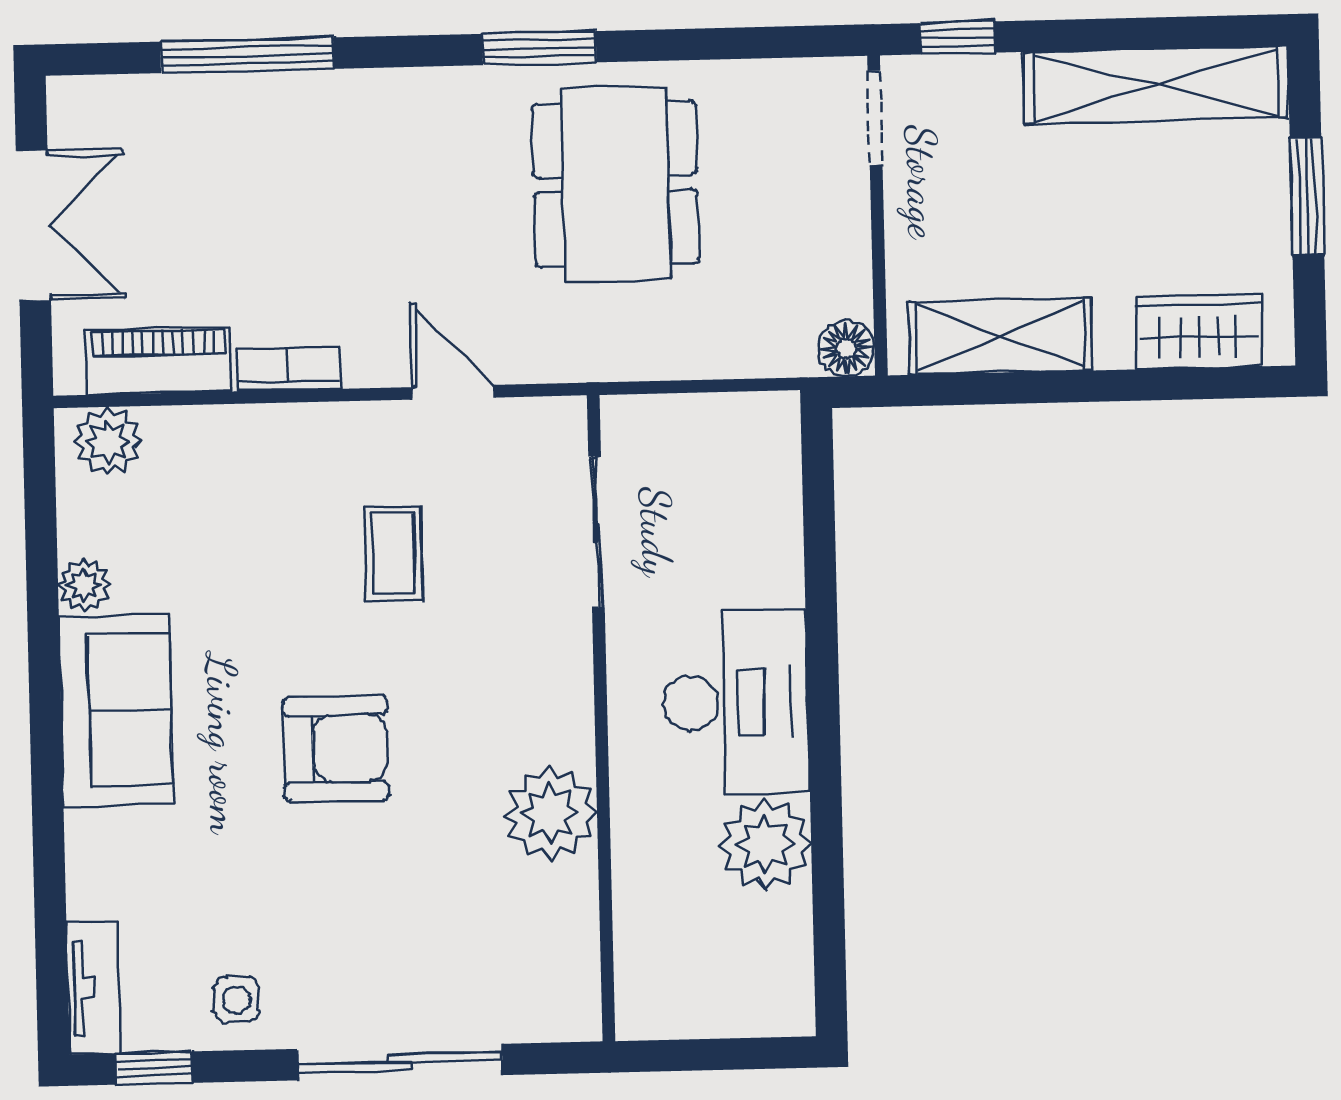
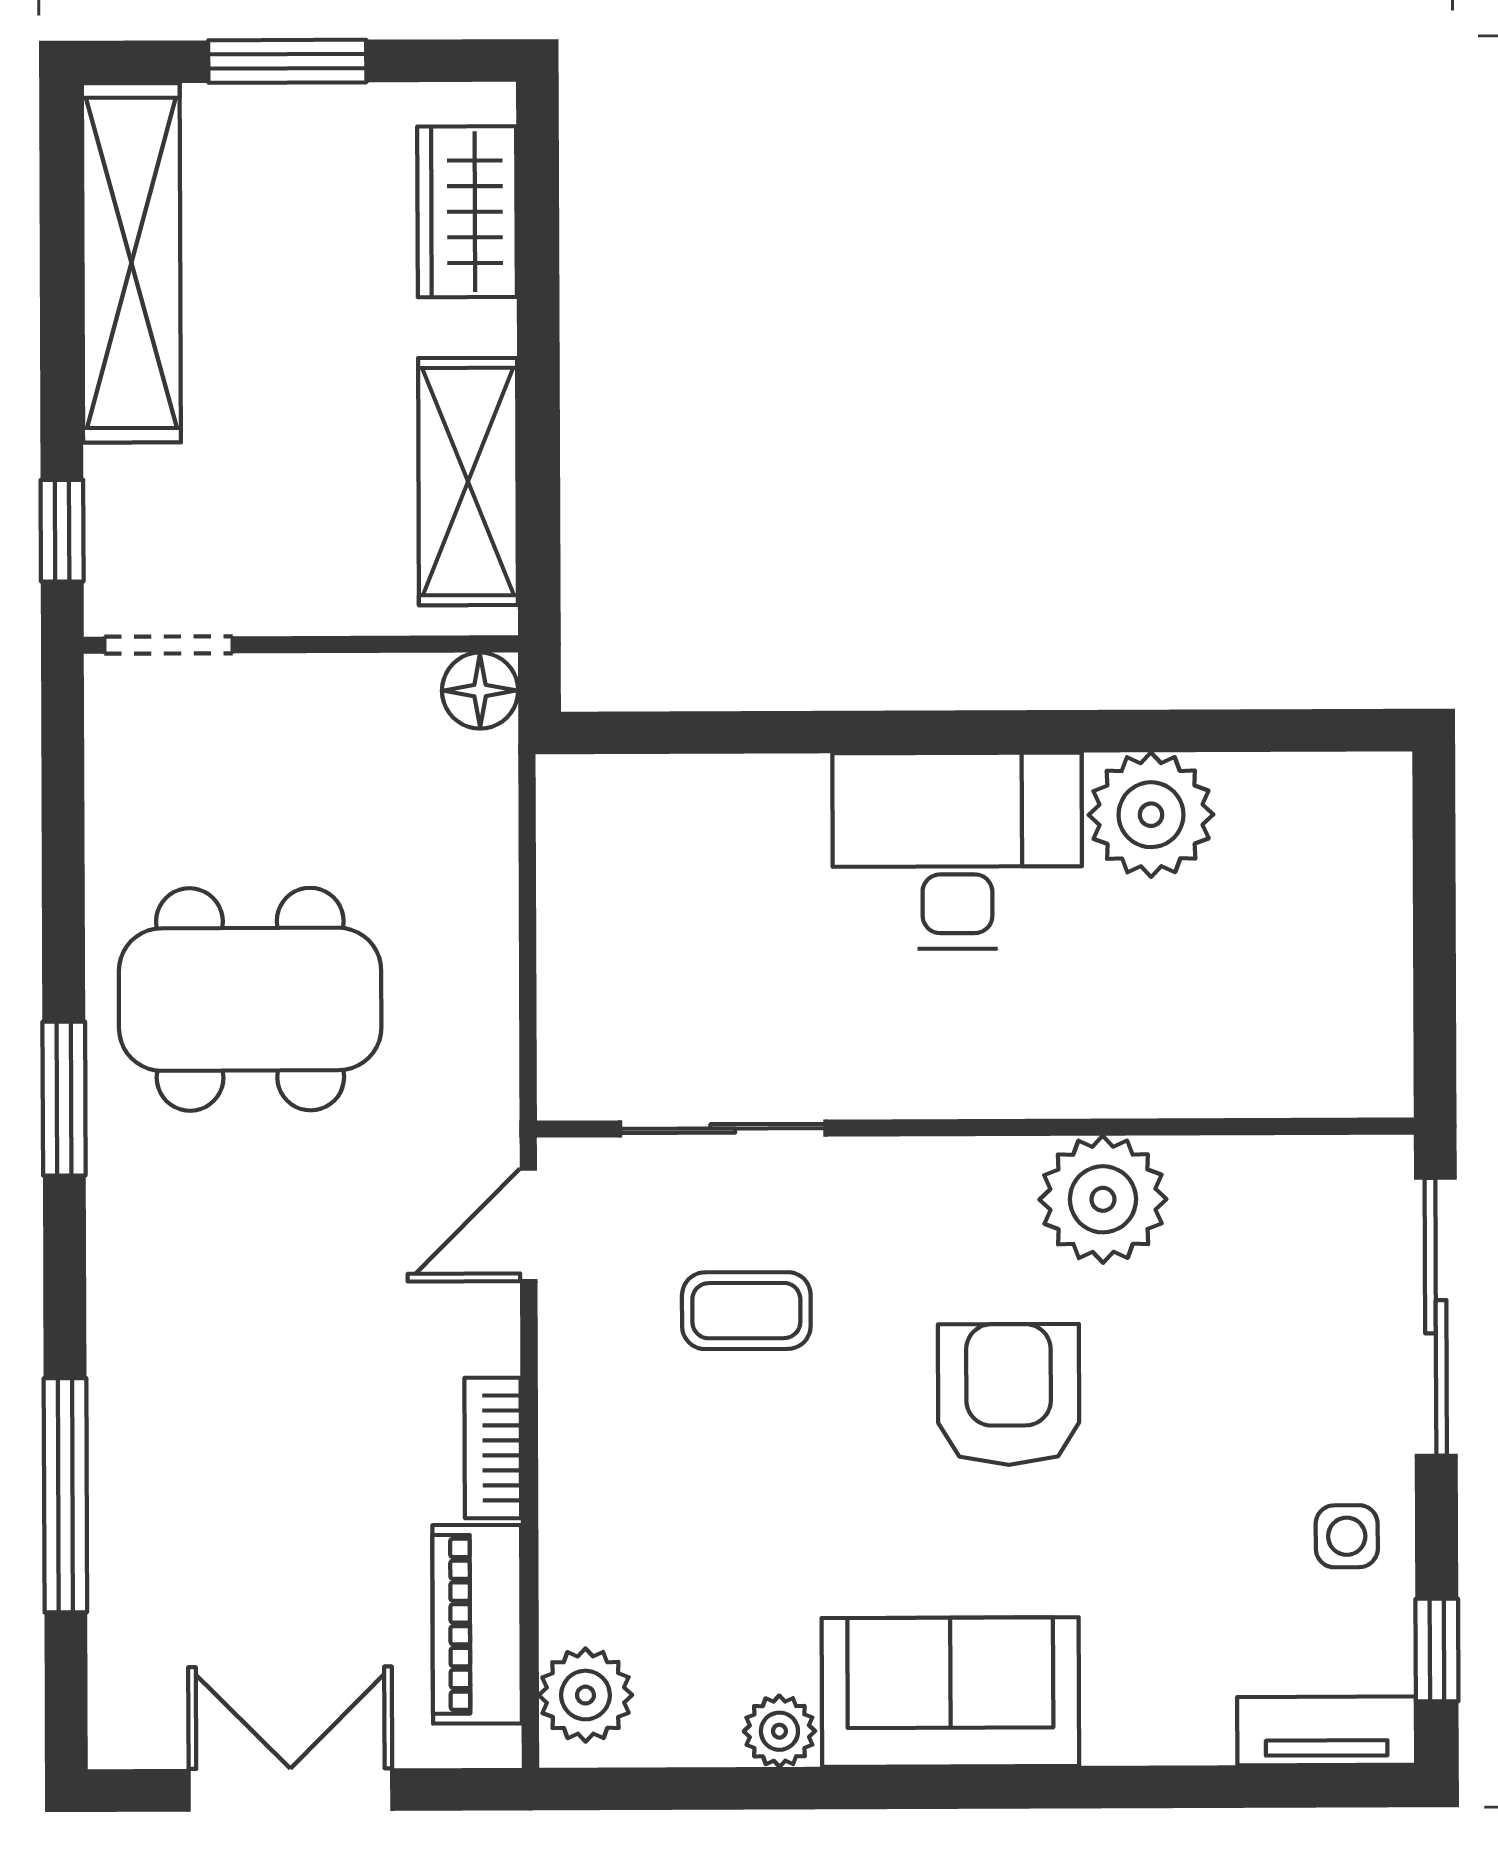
sliding door: (596, 532) -> (723, 1128), moved
wall: (601, 718) -> (975, 1128), moved
plant: (550, 813) -> (1103, 1199), moved

